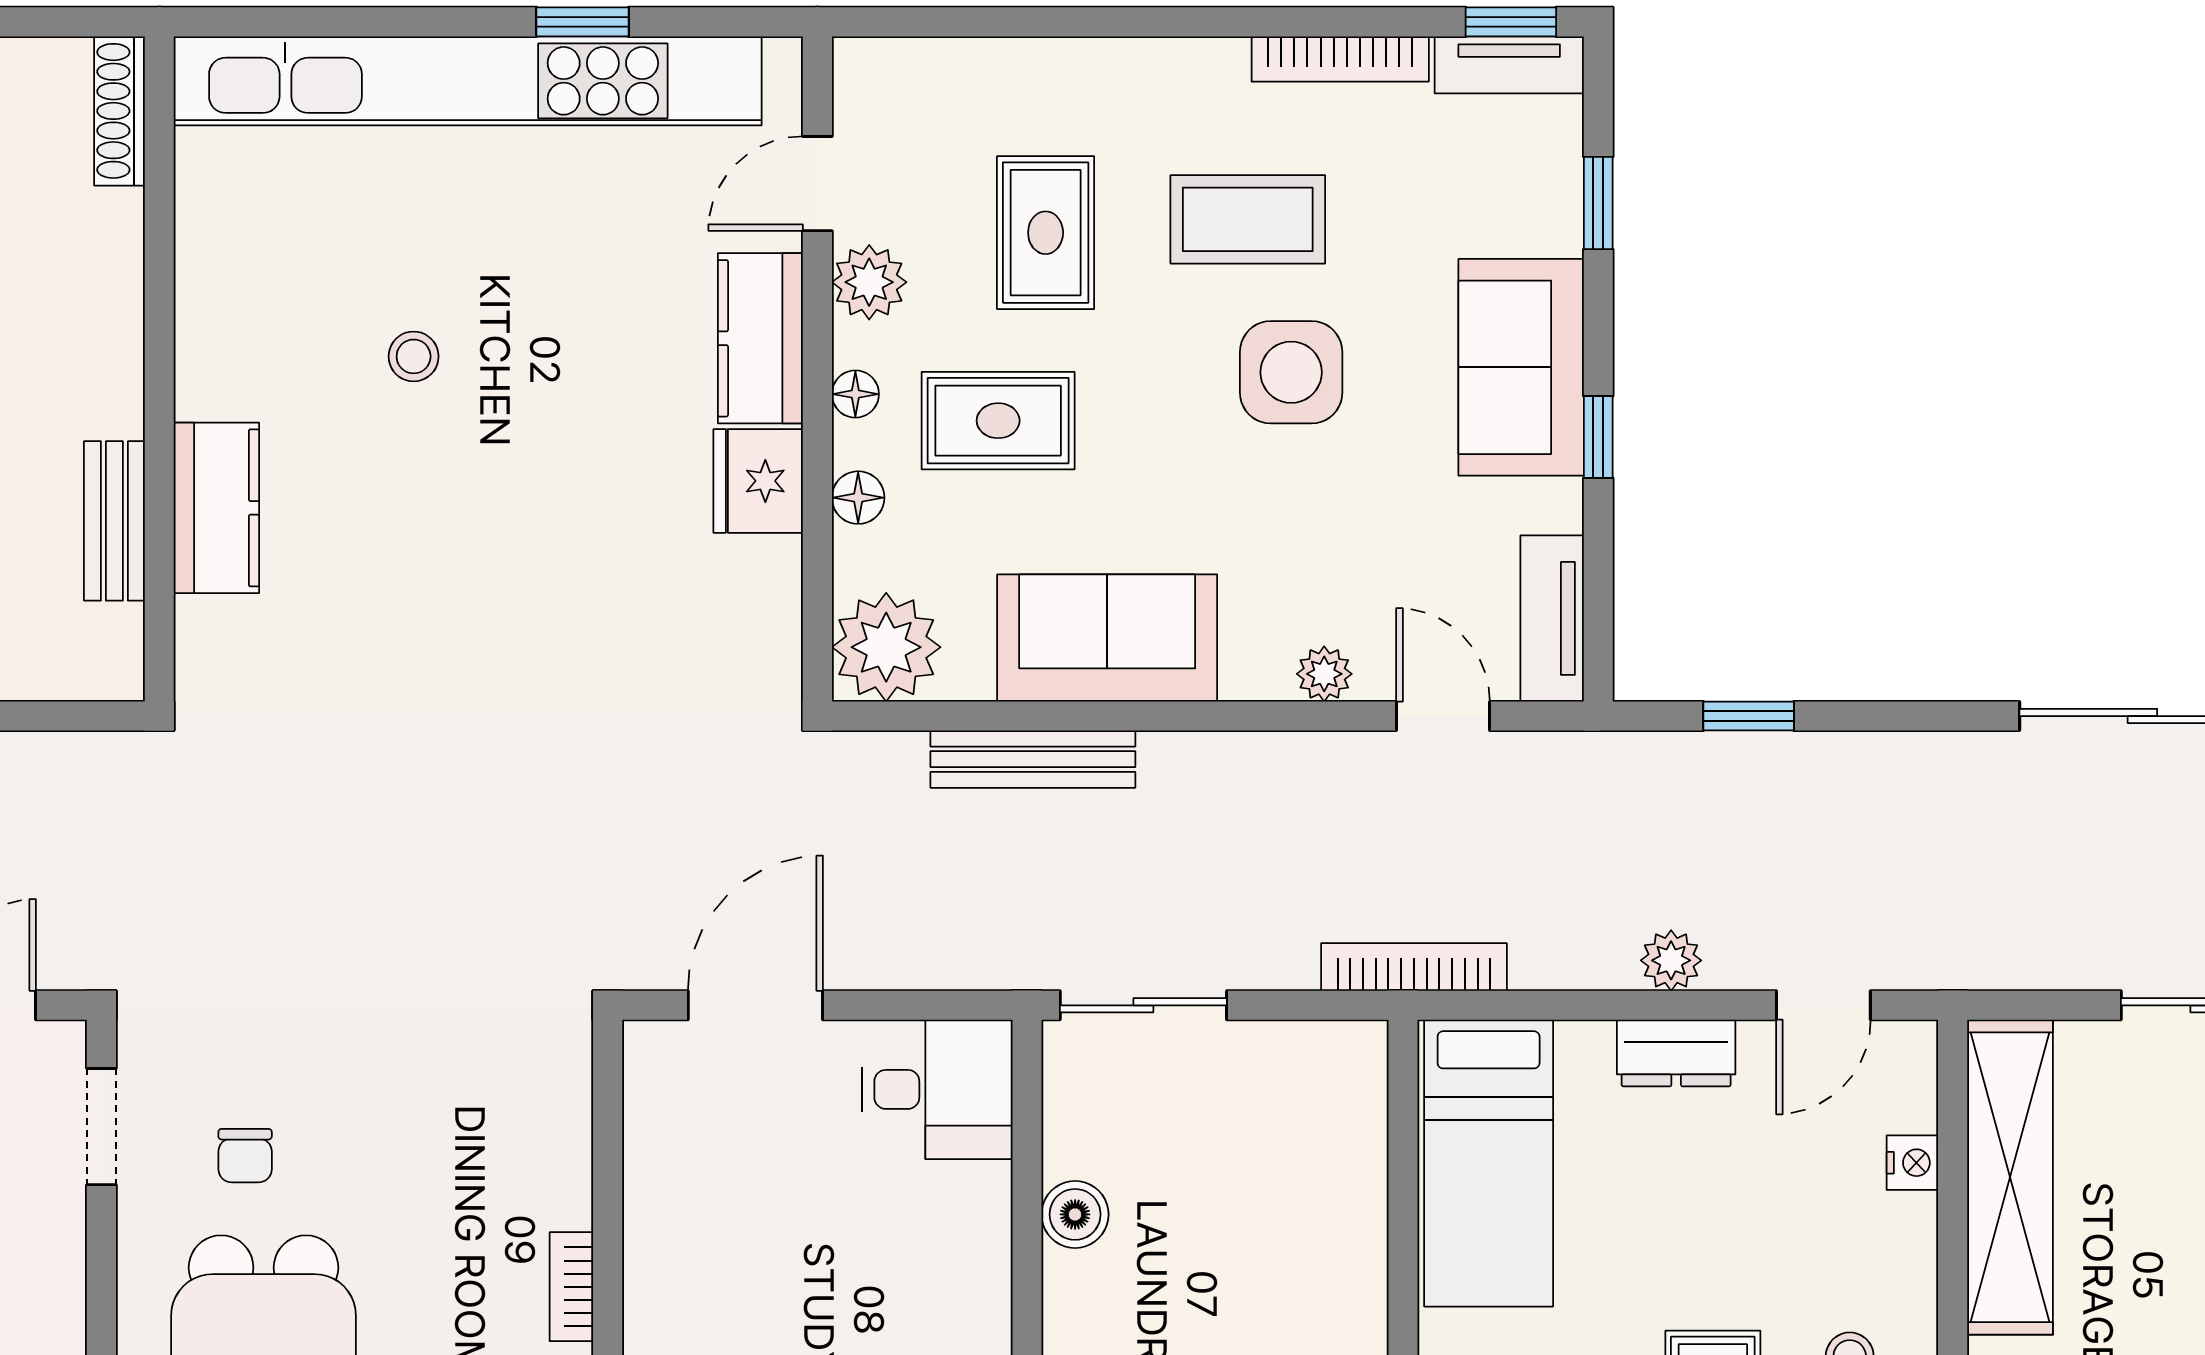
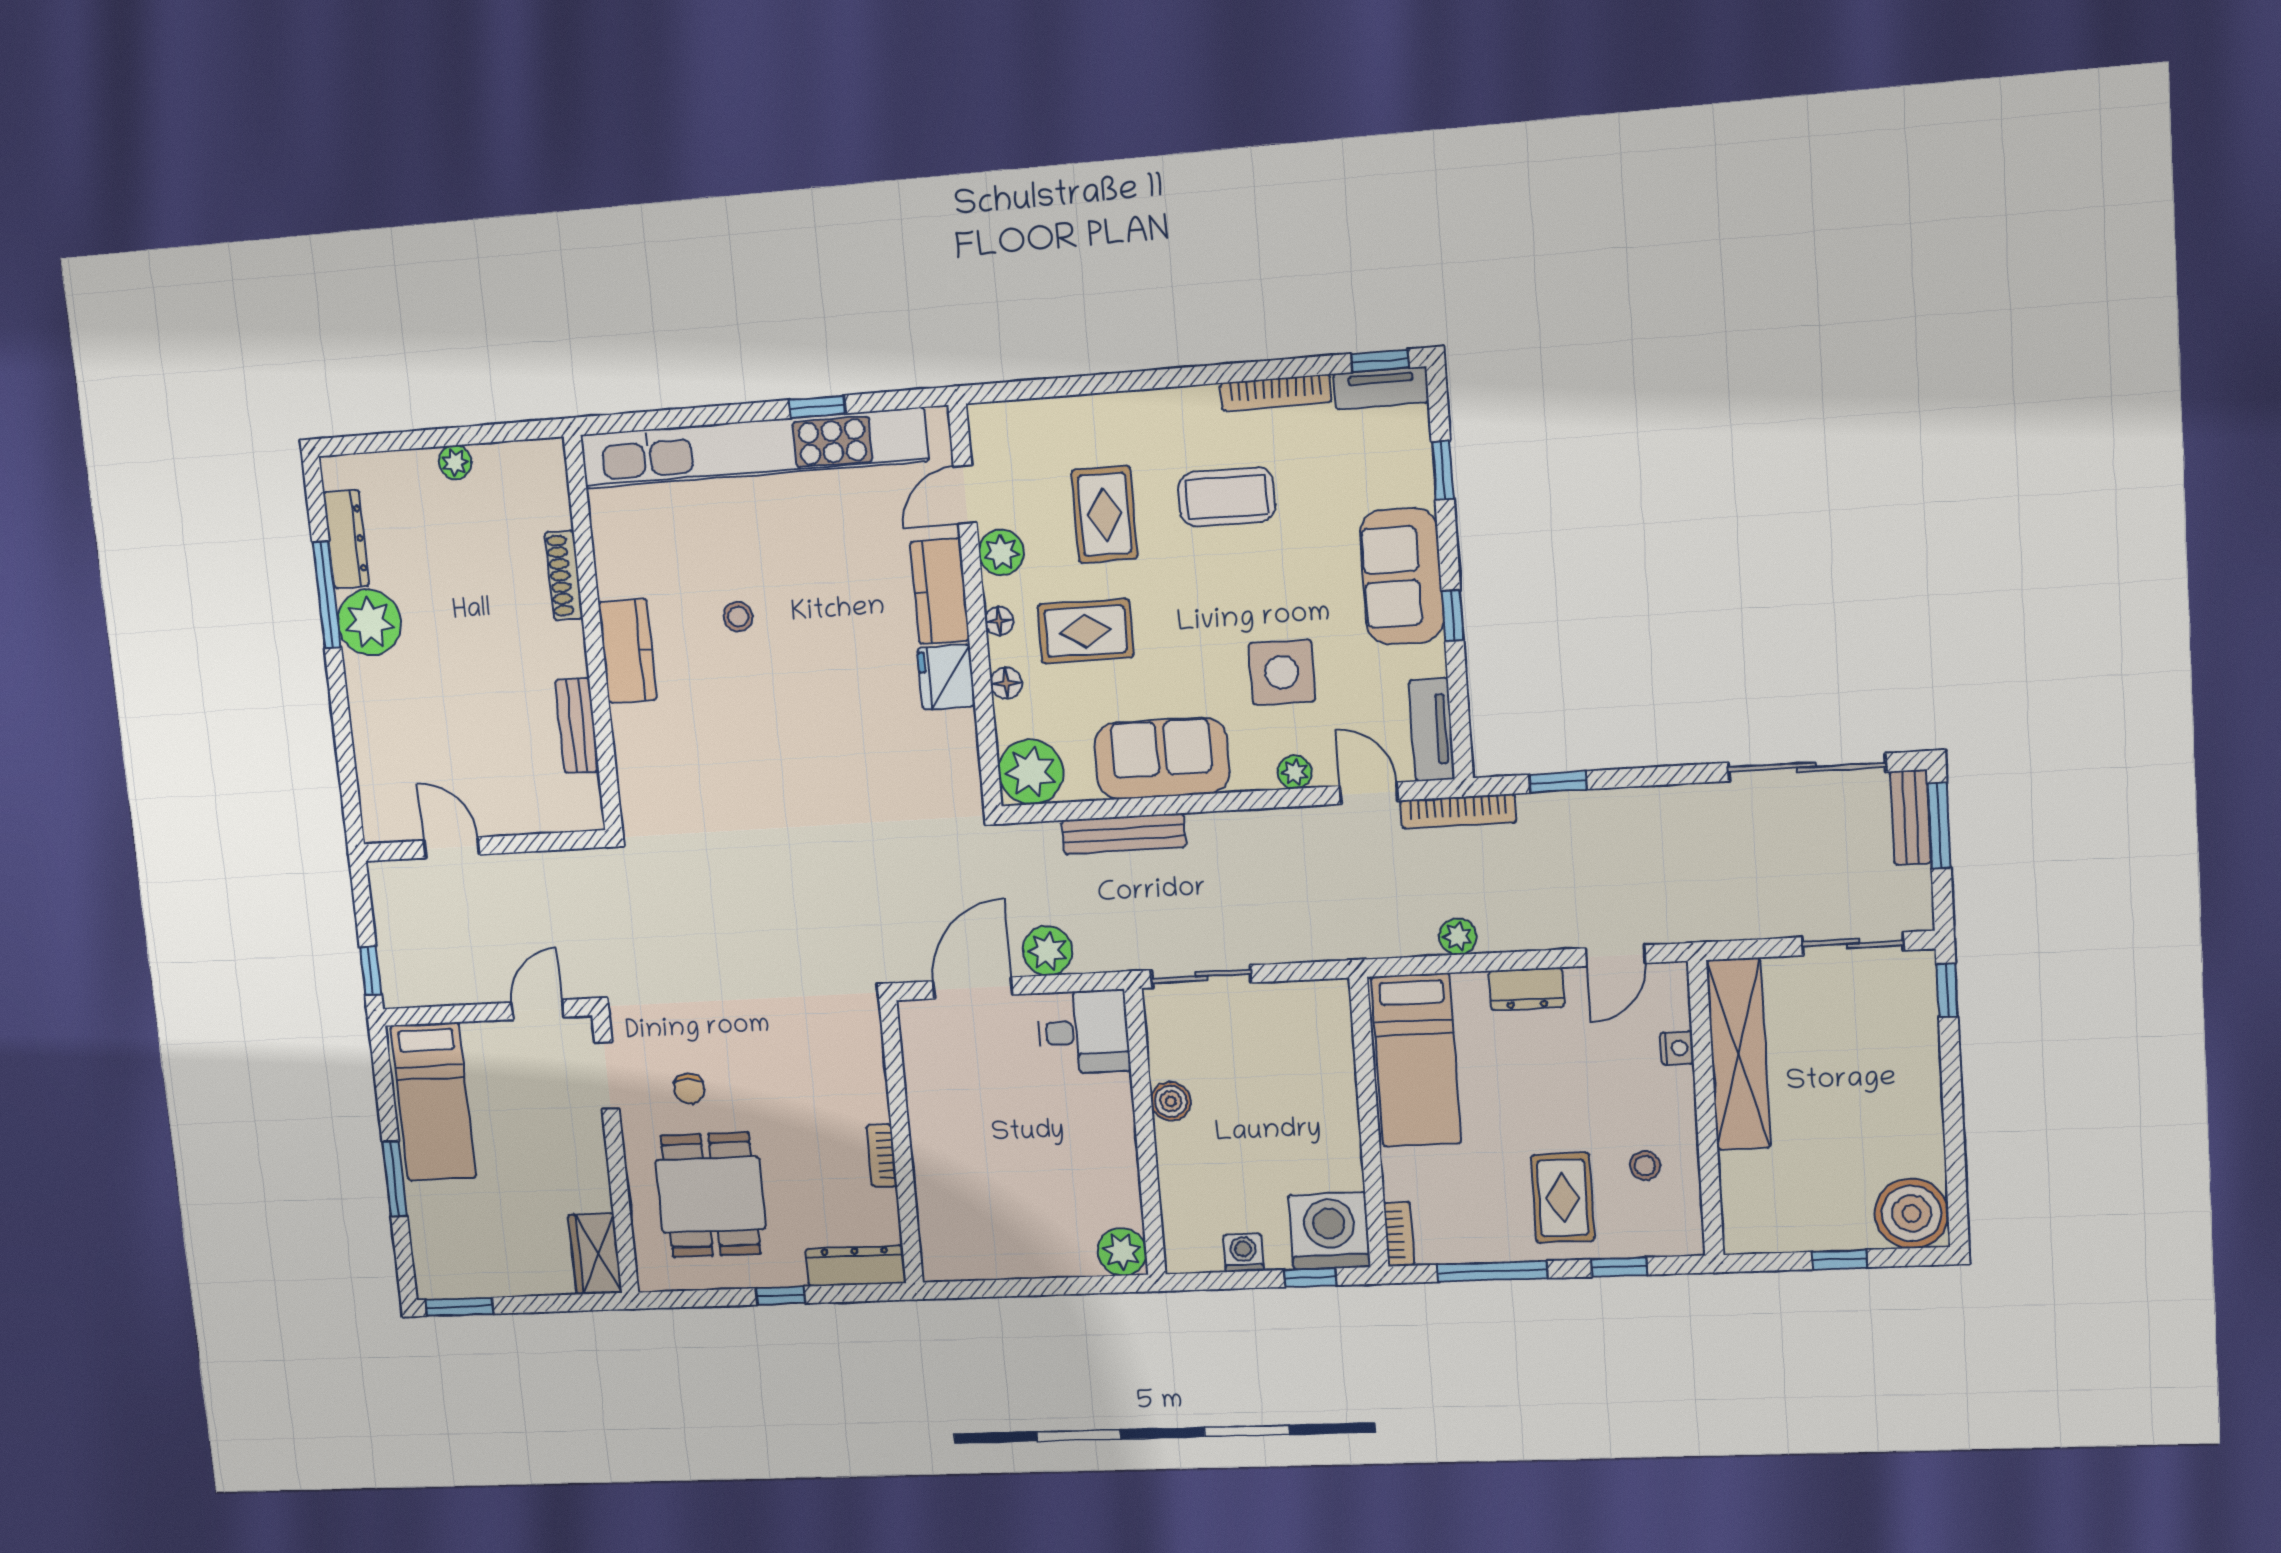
shoe rack: (119, 111) -> (564, 575), moved
side table: (1291, 372) -> (1282, 672), moved
kitchen counter: (216, 508) -> (628, 651), moved
plant: (888, 949) -> (1048, 951), added
plant: (1671, 960) -> (1458, 937), moved
bookcase: (1414, 967) -> (1458, 811), moved, turned 180

